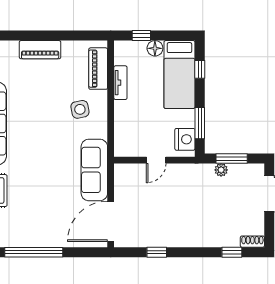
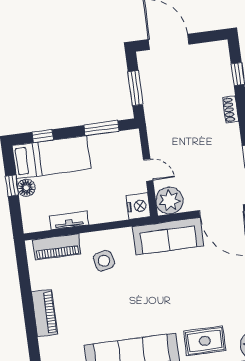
window: (141, 36) -> (12, 186), moved
nightstand: (185, 139) -> (138, 206), moved, turned 90
plant: (221, 170) -> (169, 201), moved, width x1.88, depth x1.88
shoe rack: (252, 242) -> (231, 110), moved

